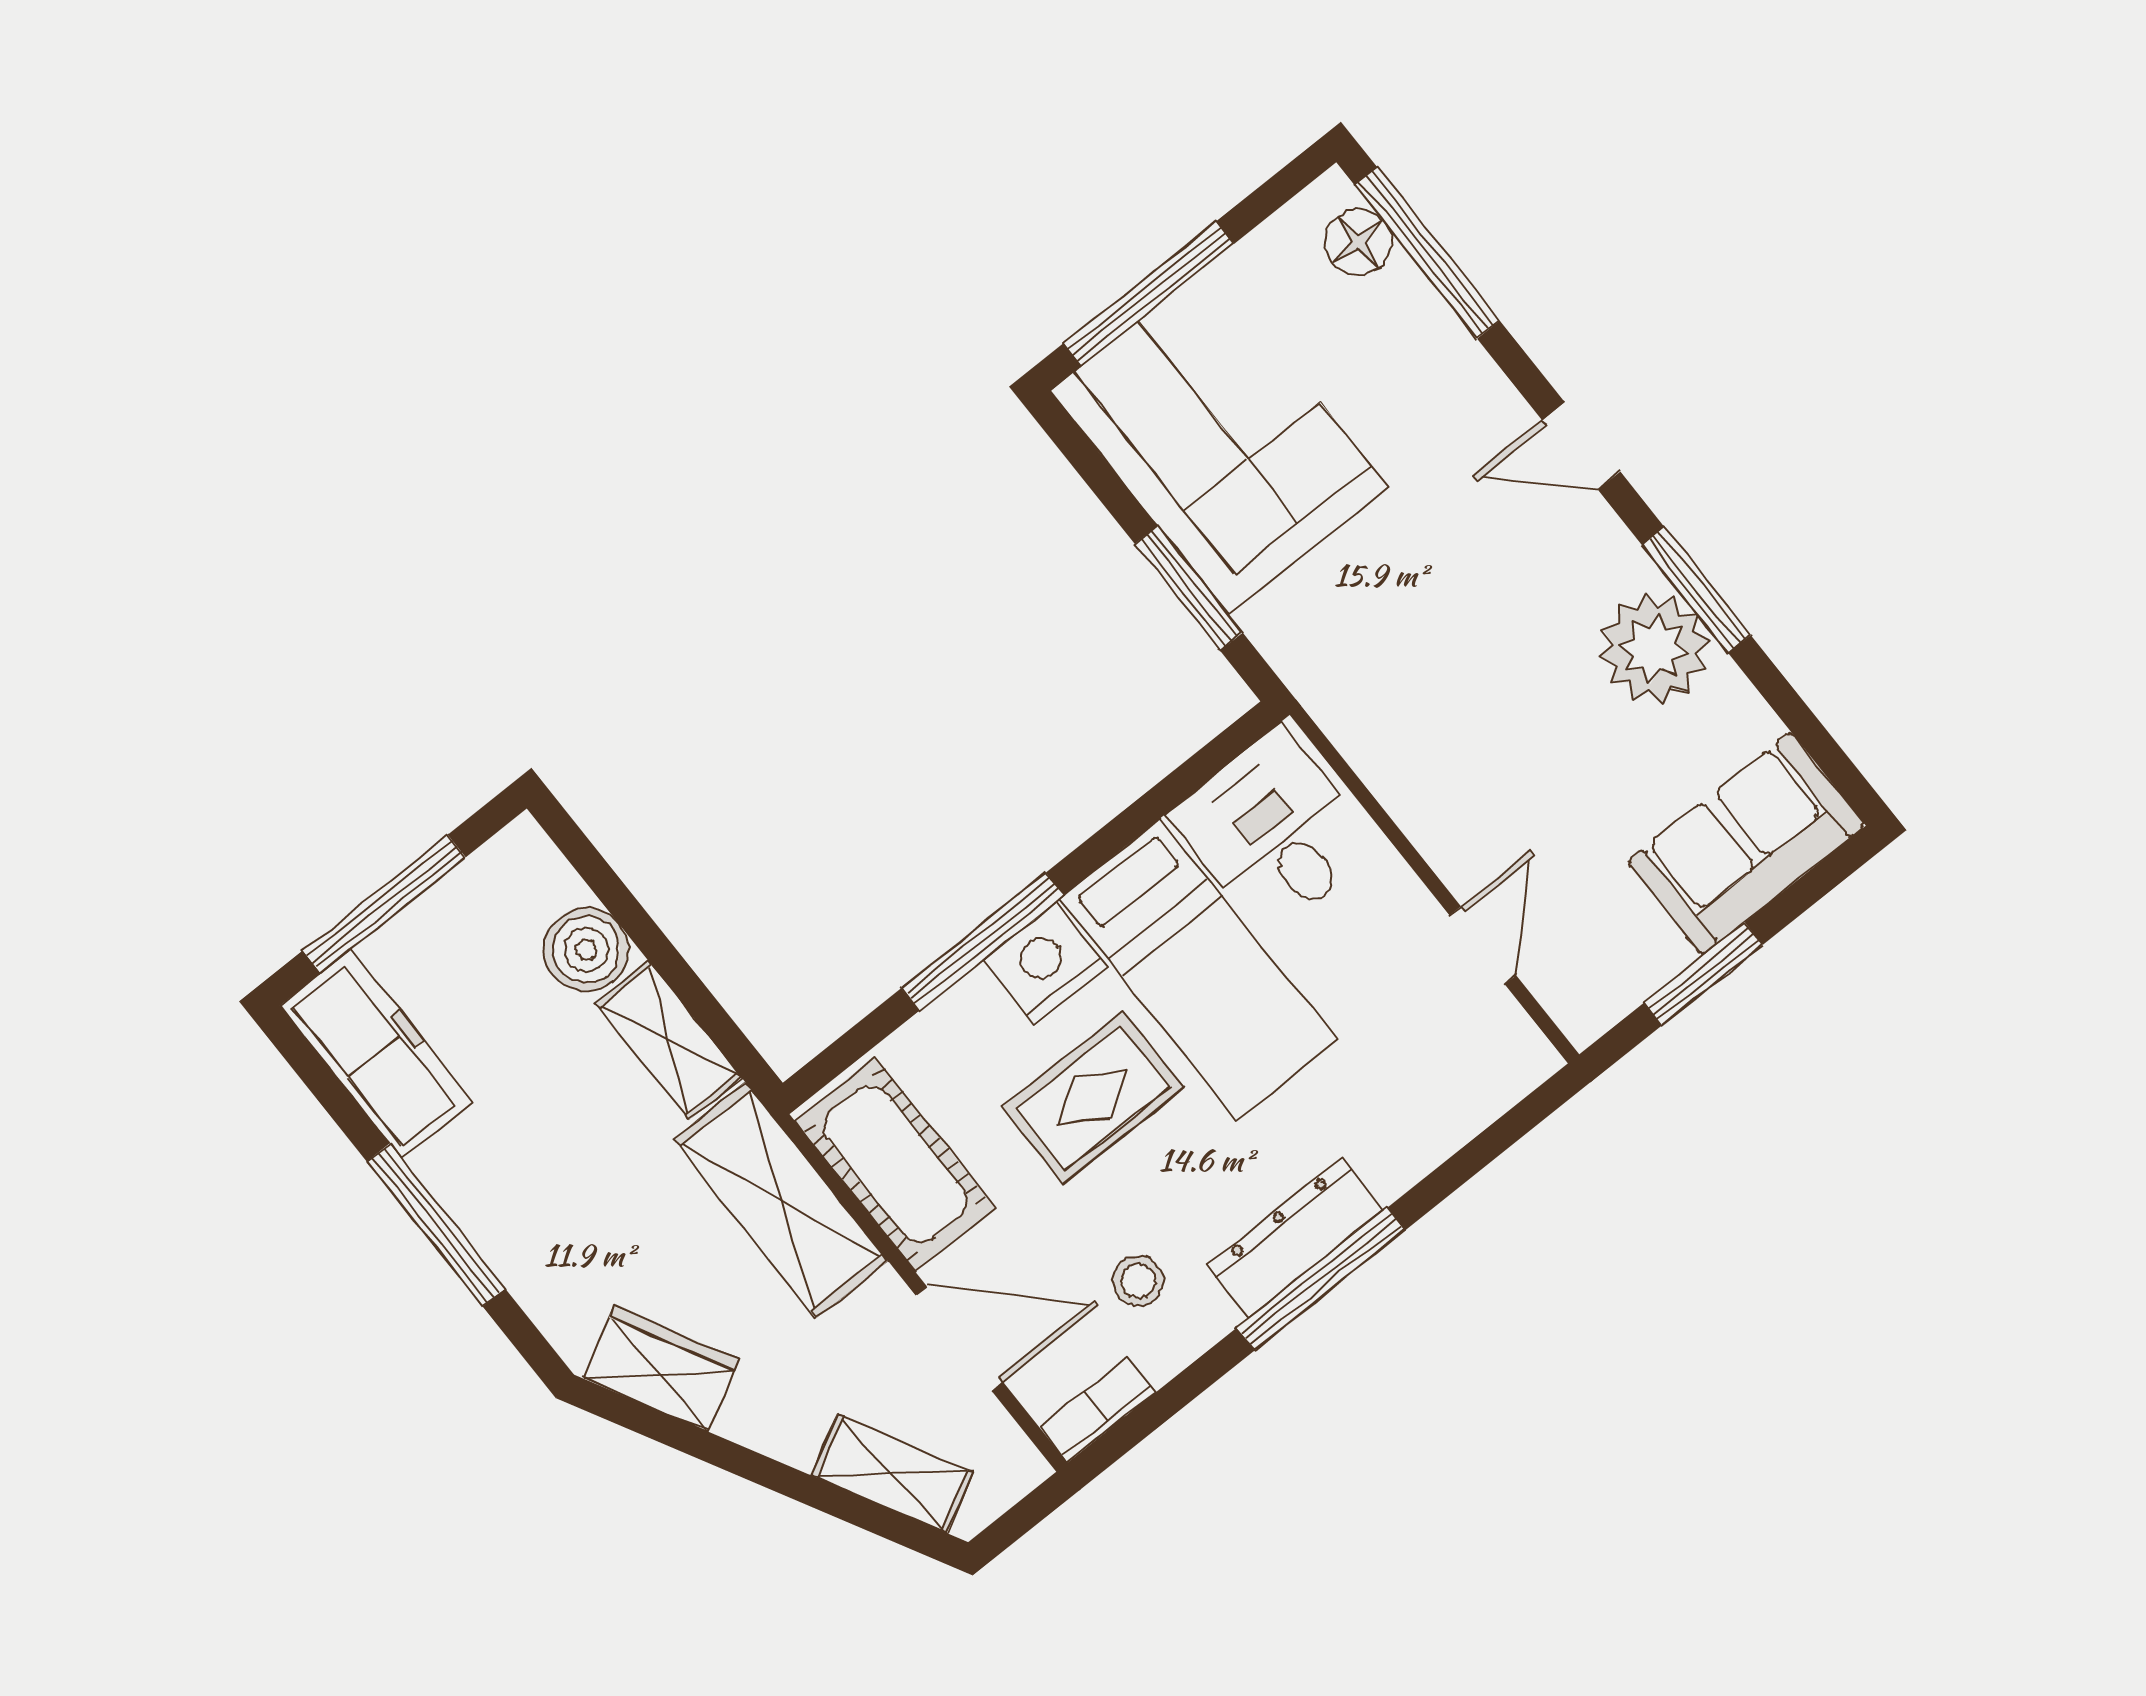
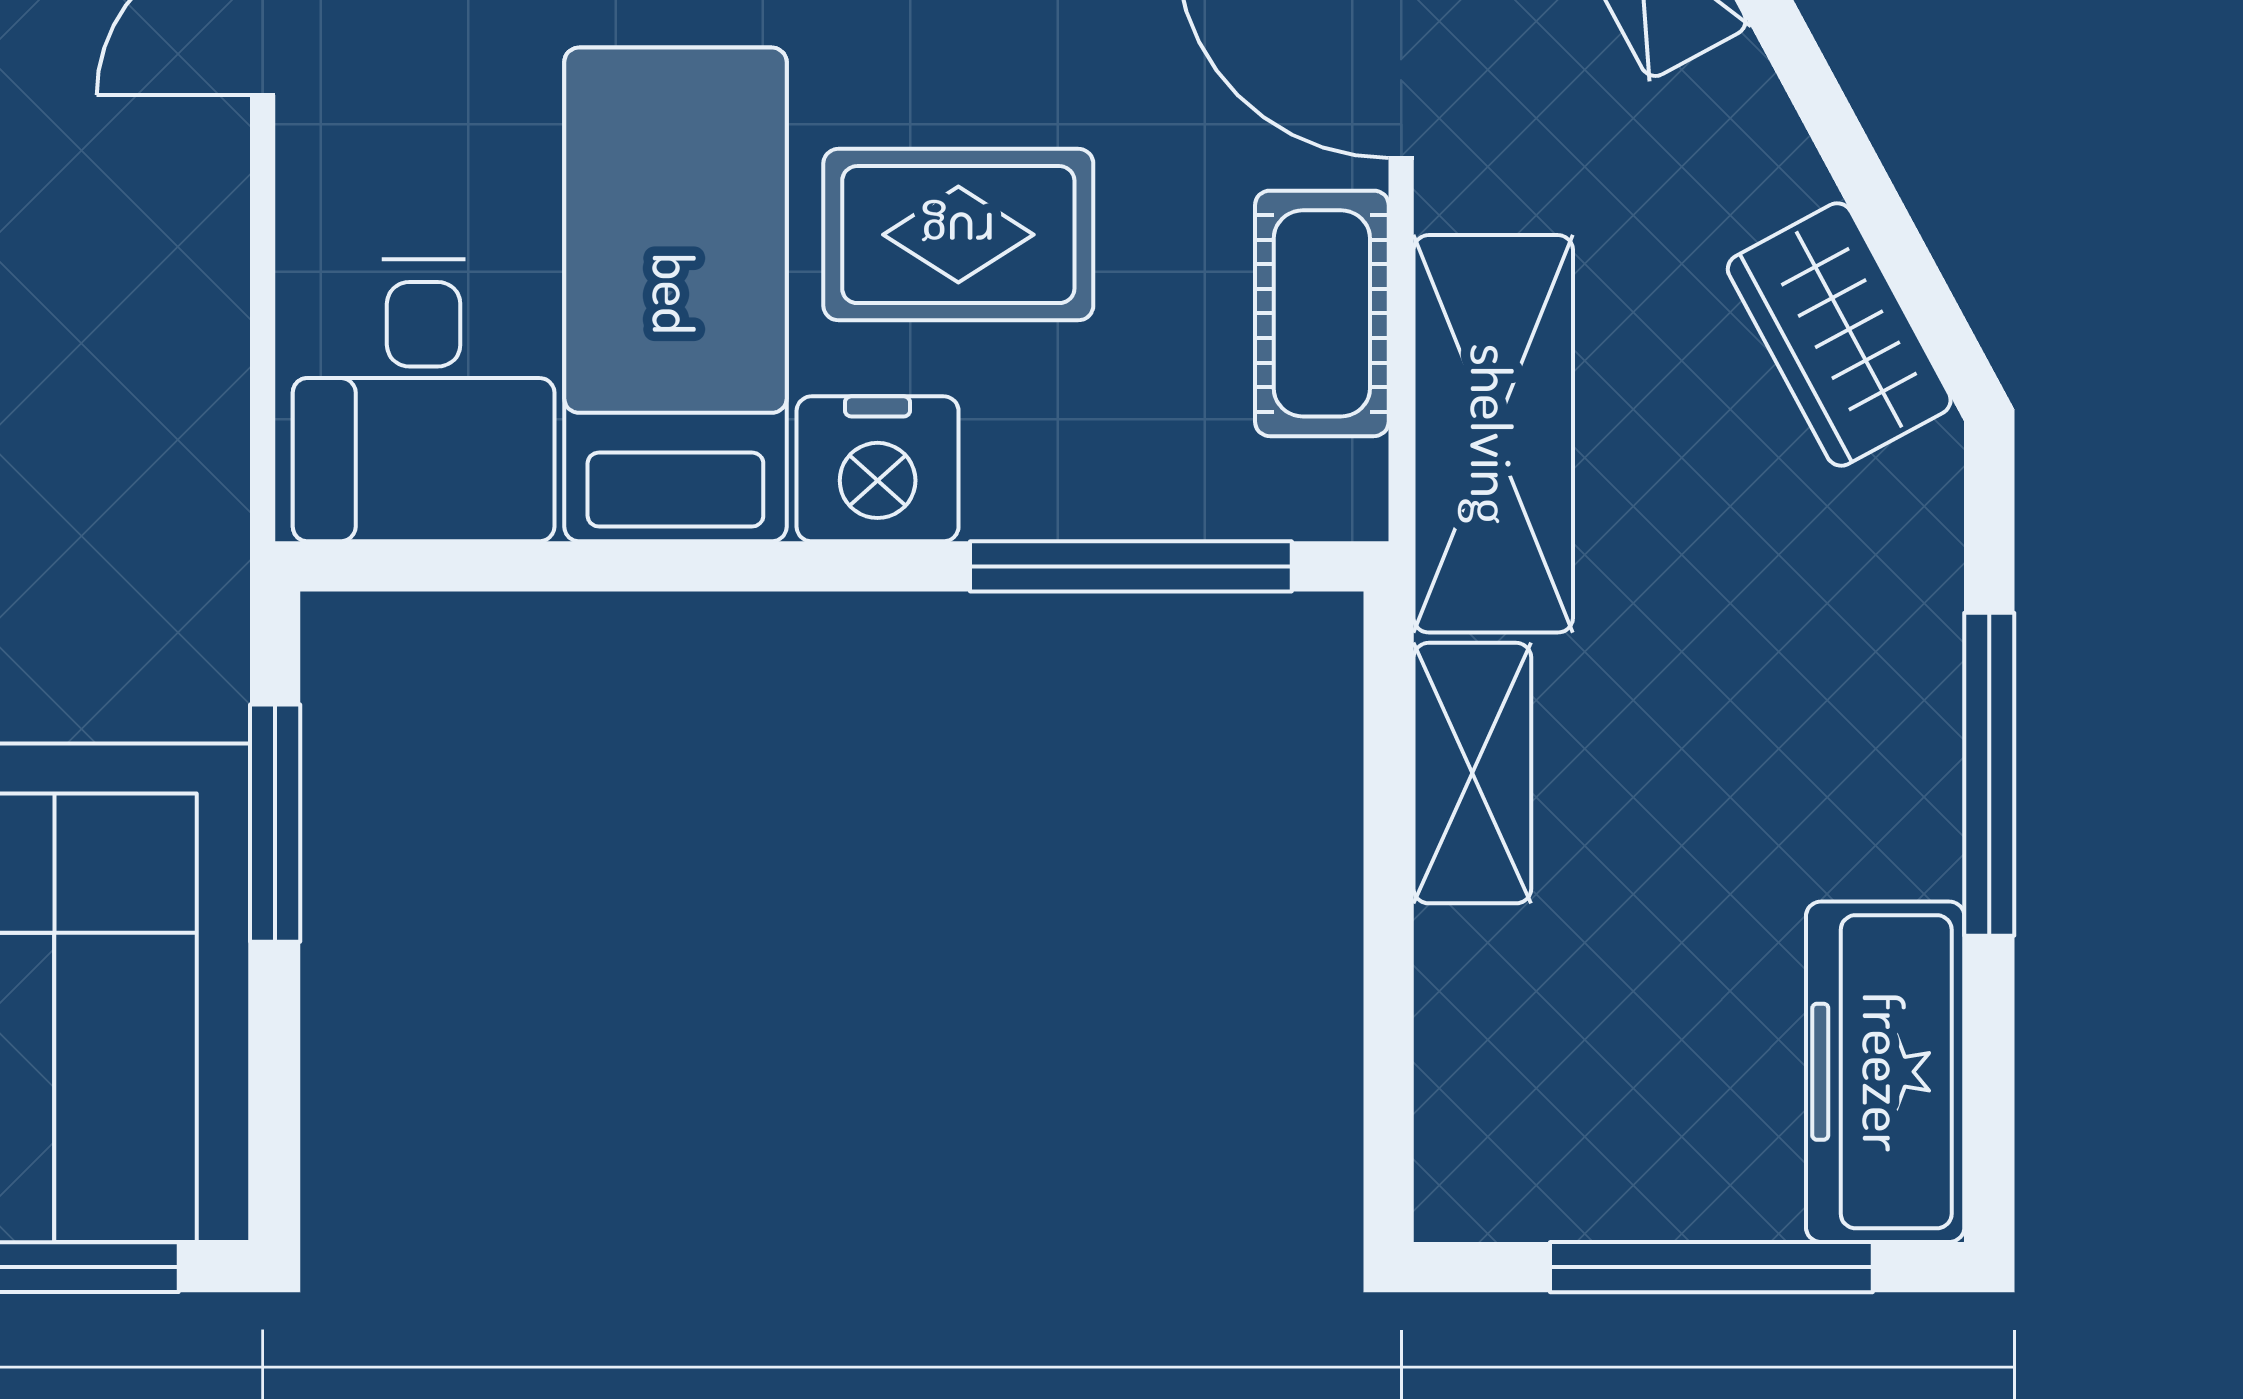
window: (983, 942) -> (1131, 566), moved
boiler: (586, 949) -> (1486, 986), removed
cot: (895, 1164) -> (1322, 313), width x0.73, depth x0.75

